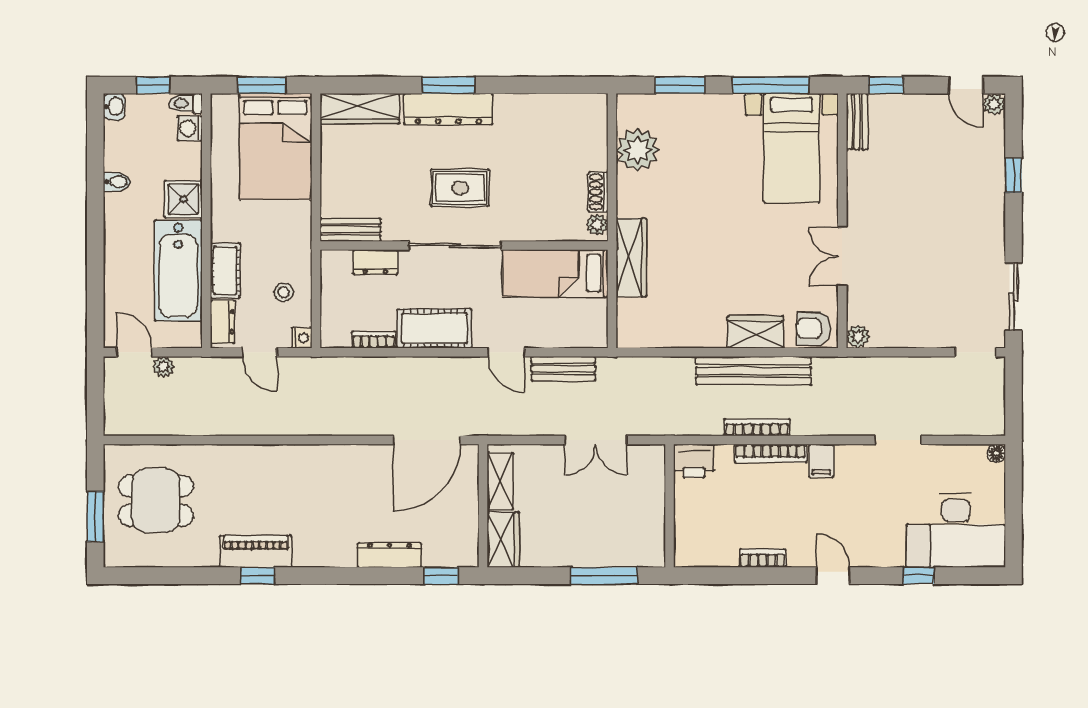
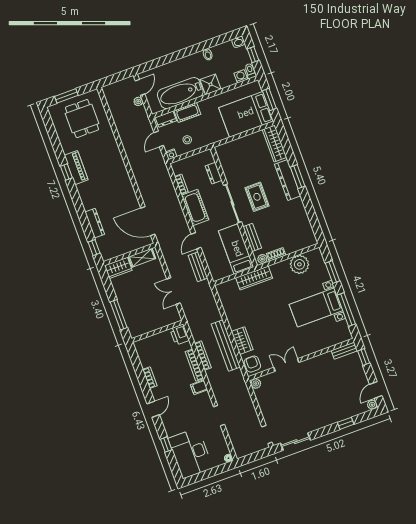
bed with nightstands: (792, 148) -> (316, 307), moved
bench: (350, 230) -> (252, 237), moved

